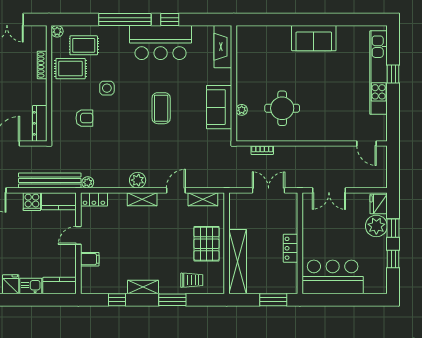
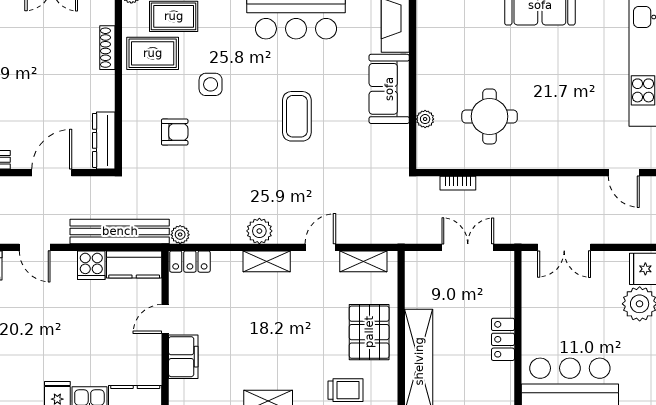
sofa: (219, 107) -> (389, 89), moved
filing cabinet: (90, 259) -> (183, 357), width x2.00

